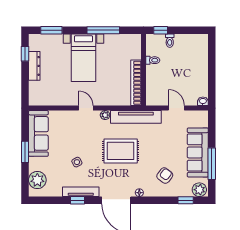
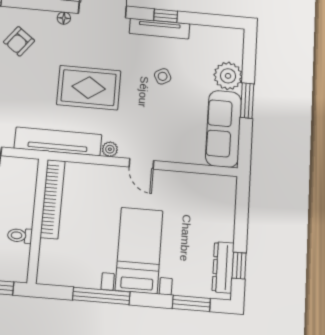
dresser: (34, 66) -> (223, 267), moved
plant: (37, 180) -> (228, 76), moved

